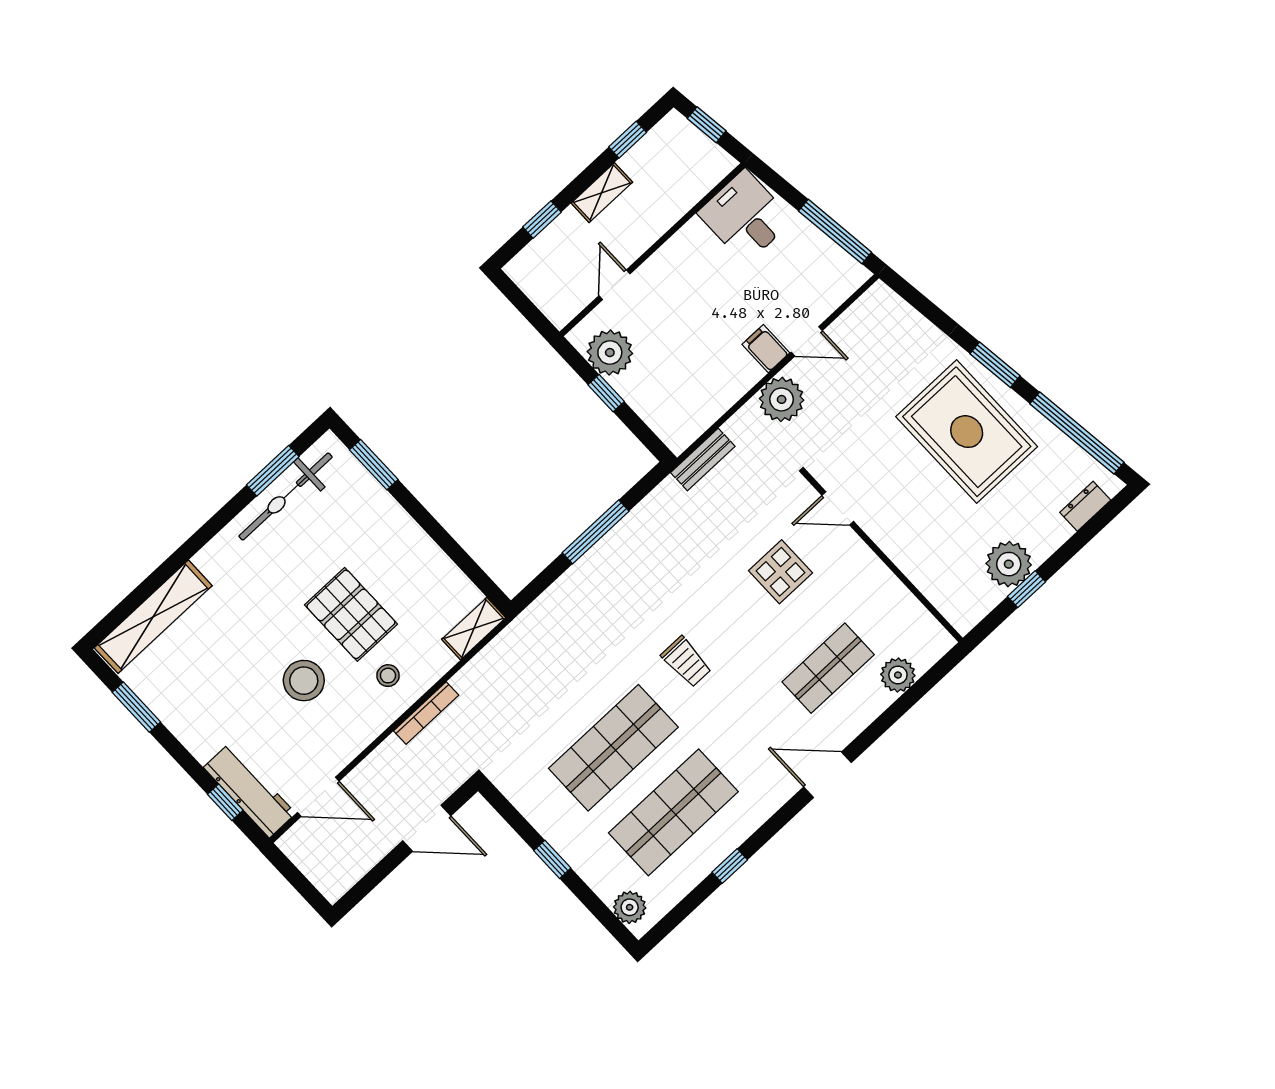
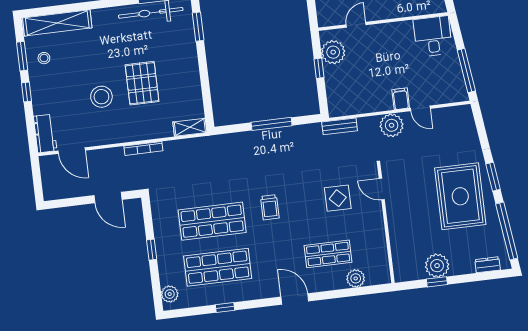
stool: (388, 676) -> (44, 58), moved
workbench: (250, 790) -> (45, 133), width x0.73
window: (225, 802) -> (26, 92), moved

